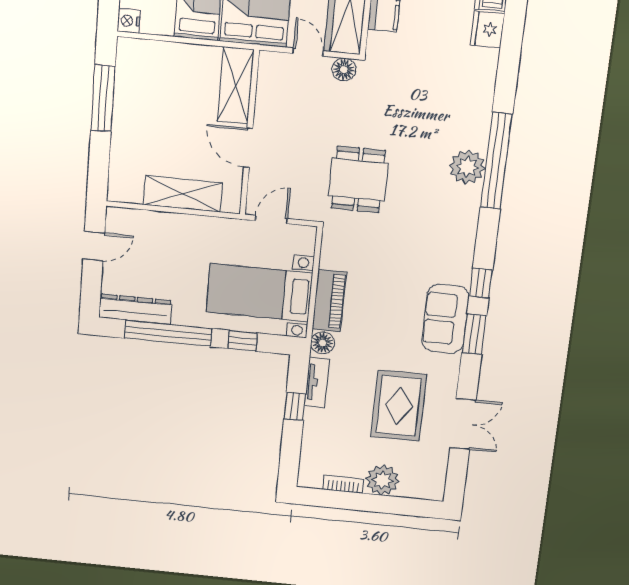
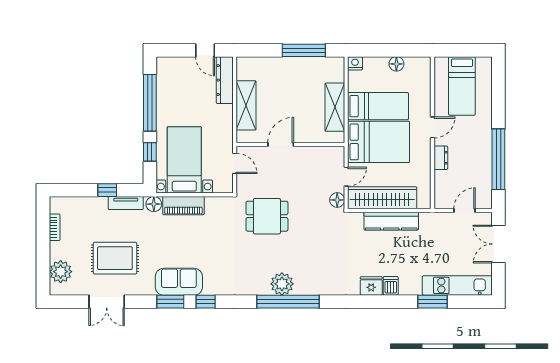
shelving: (236, 86) -> (335, 107), moved, turned 90
dresser: (135, 309) -> (225, 80), moved, turned 180
plant: (382, 480) -> (61, 272), moved

